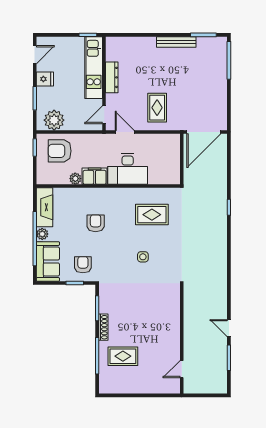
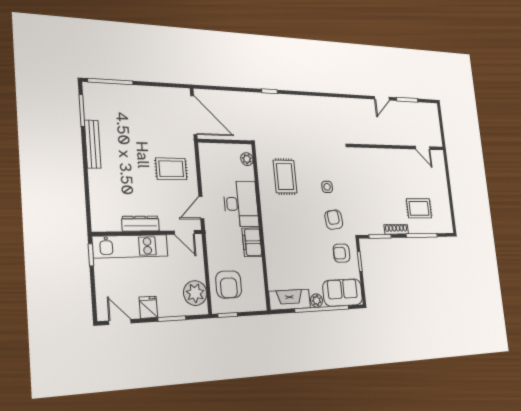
plant: (75, 179) -> (247, 159), moved
armchair: (96, 223) -> (334, 220), moved, turned 83
rug: (123, 356) -> (419, 208), turned 90

